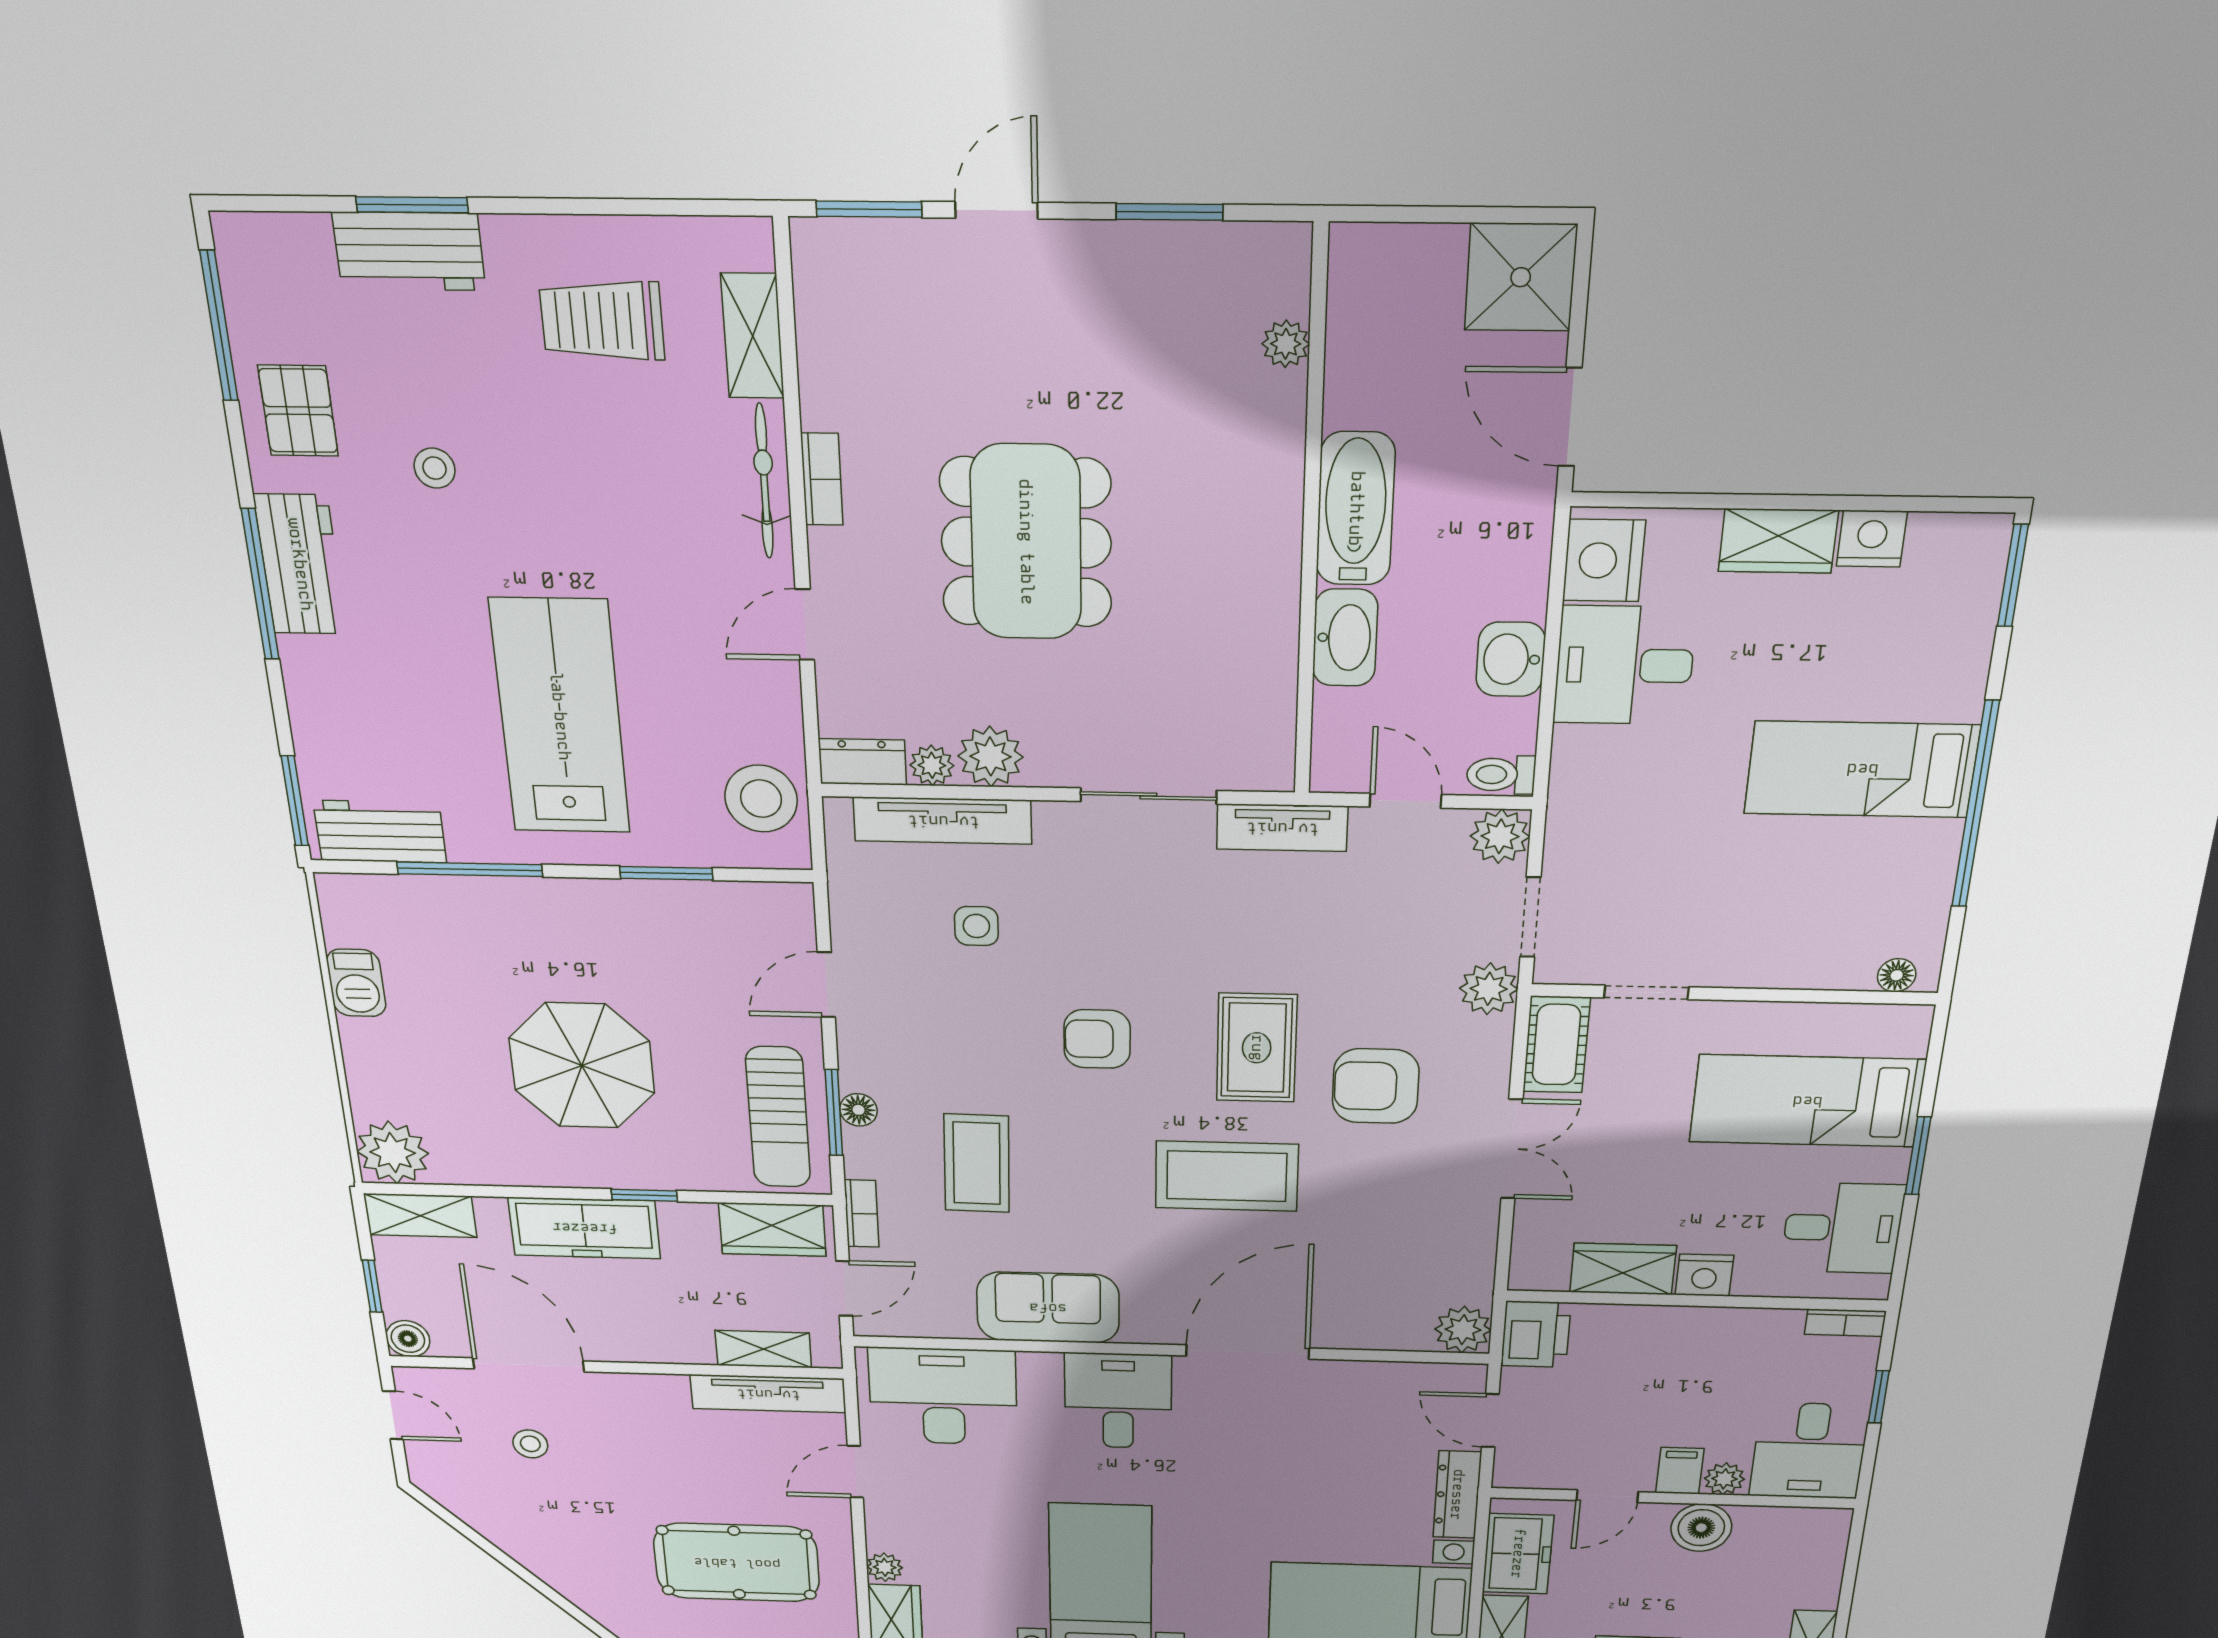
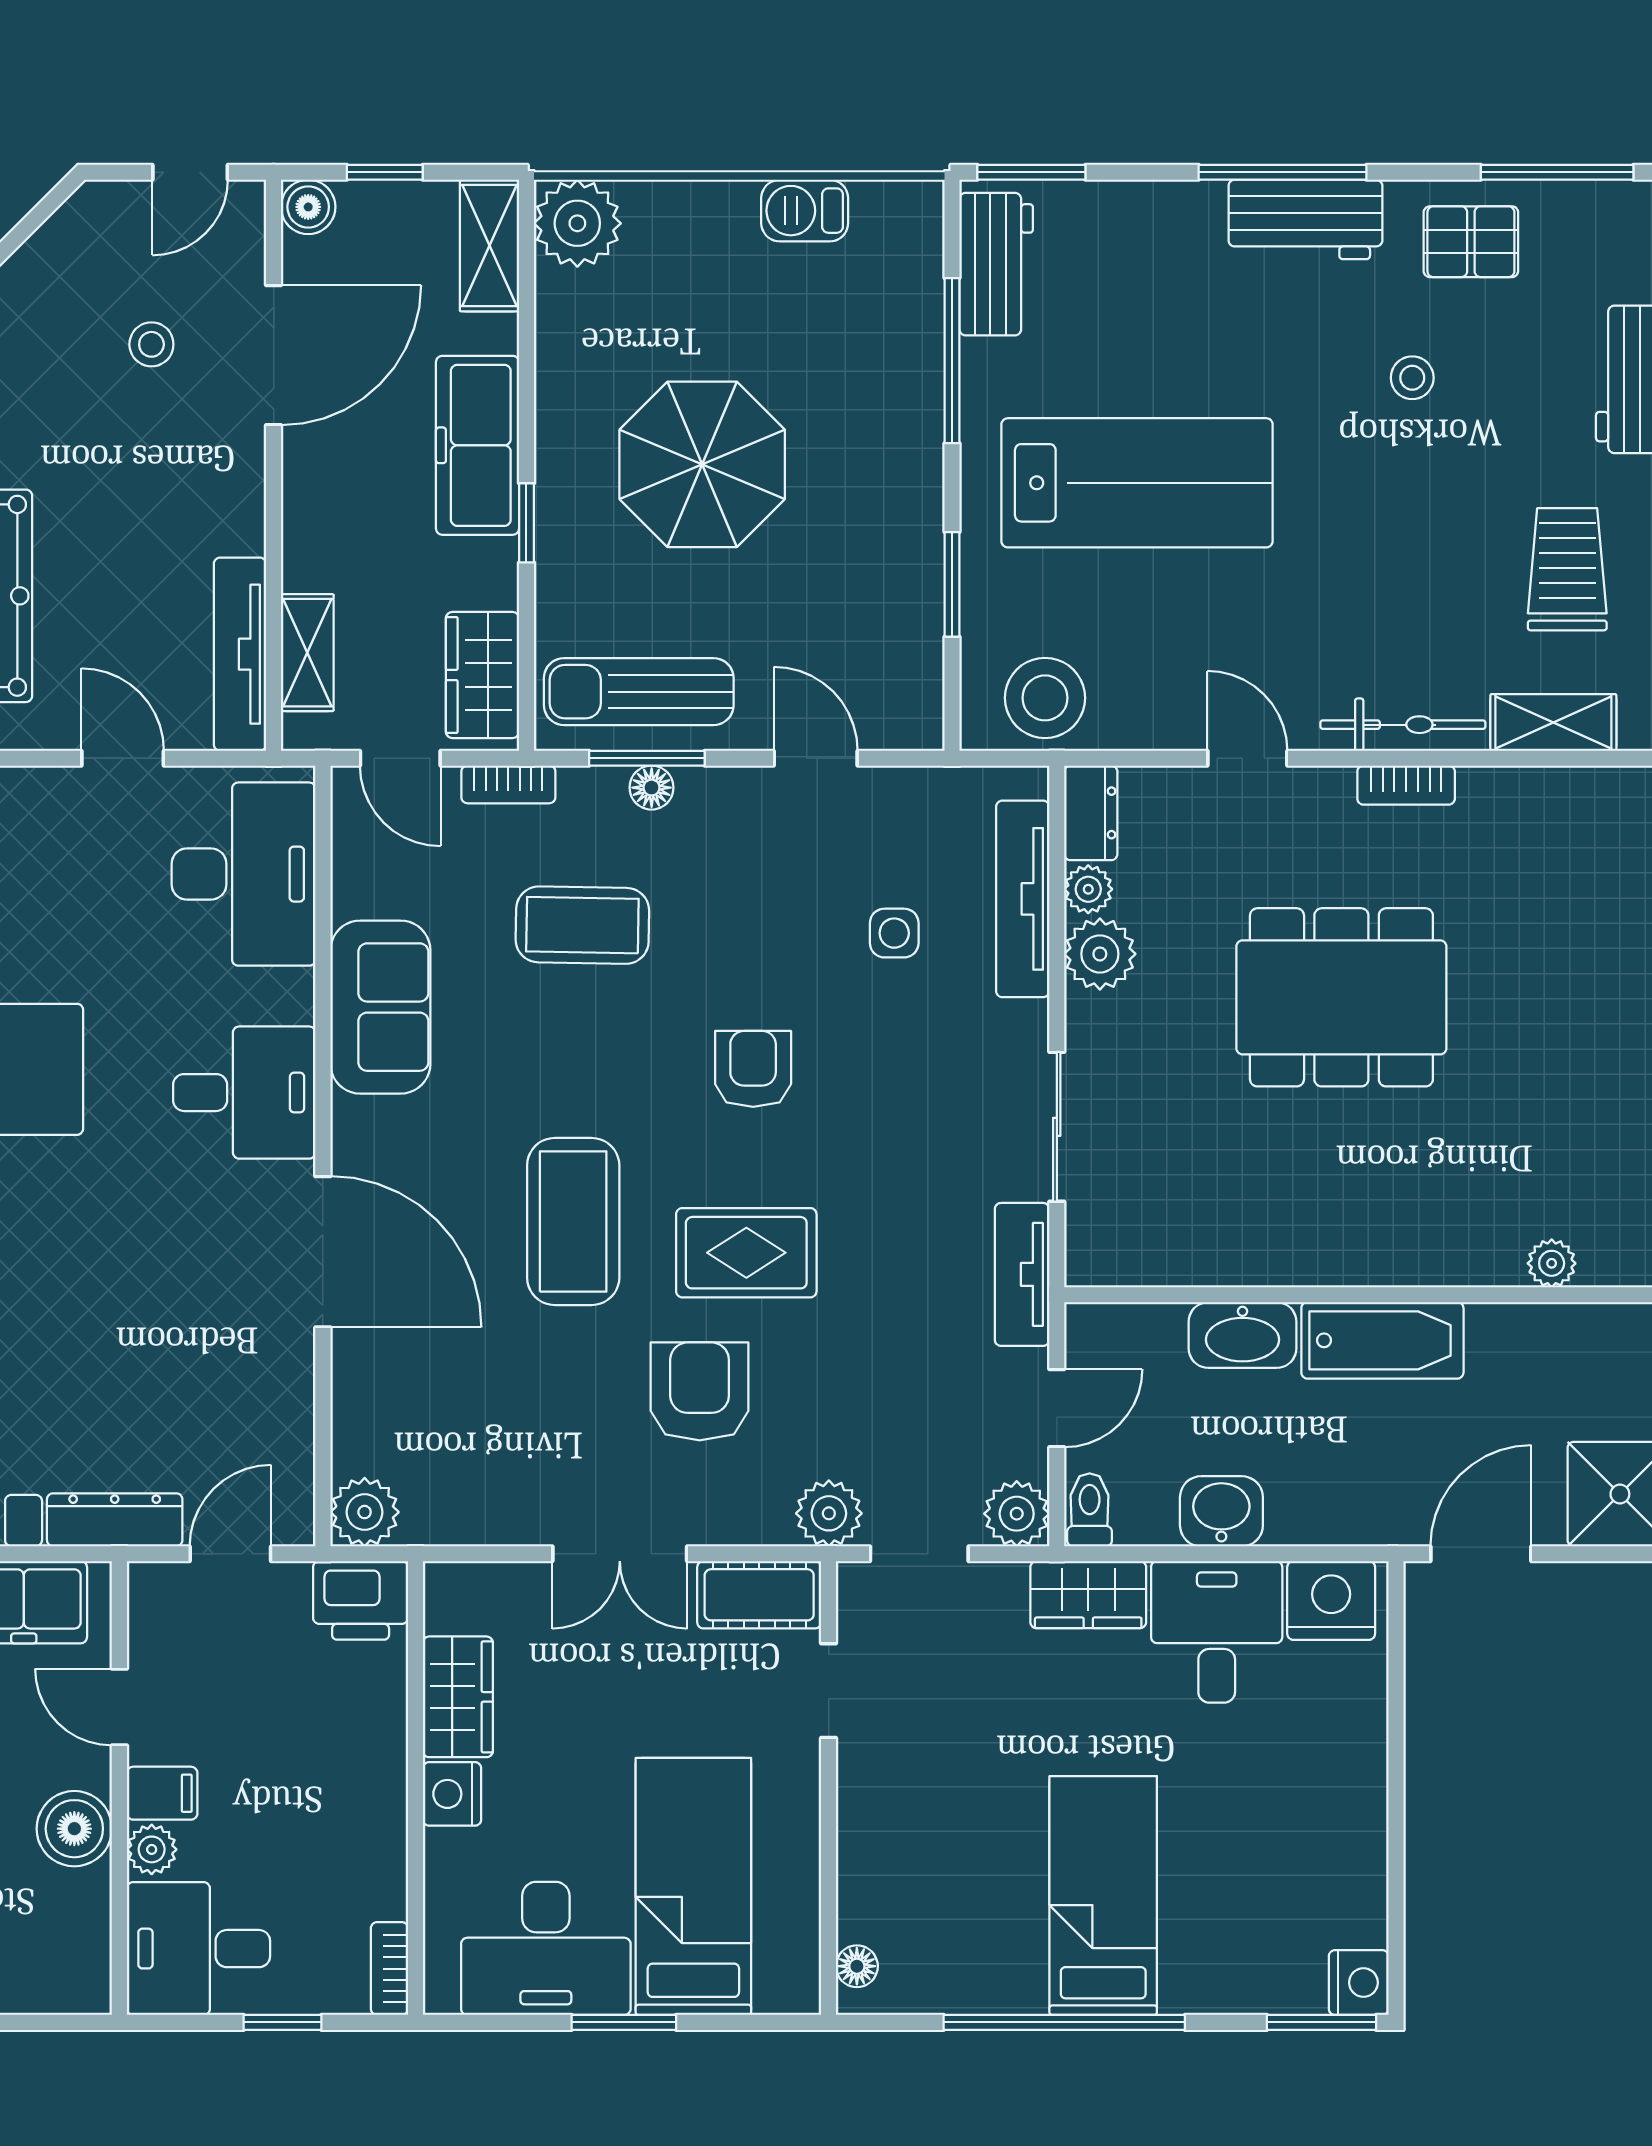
nightstand: (1872, 539) -> (1359, 1983), moved
wardrobe: (1778, 541) -> (1088, 1595), moved, turned -90
desk: (1843, 1228) -> (546, 1948), width x1.37

